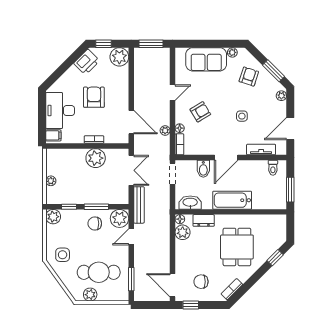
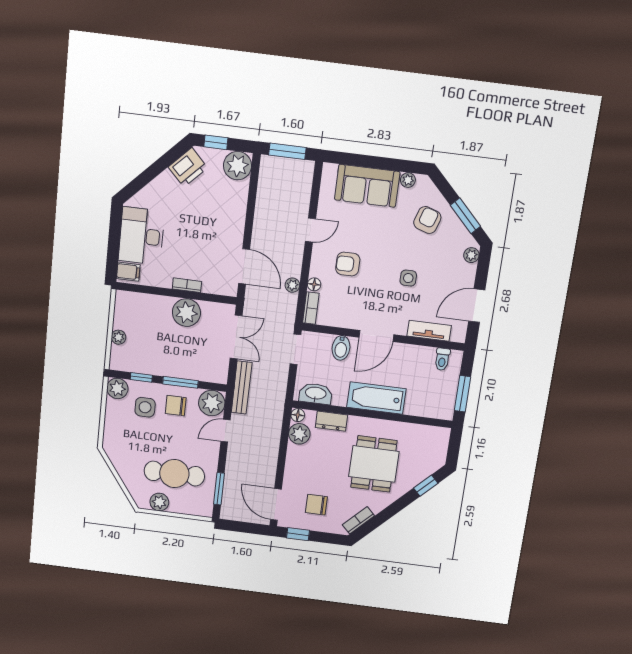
armchair: (94, 97) -> (193, 222), removed
armchair: (200, 112) -> (348, 264), turned -149
side table: (63, 255) -> (145, 407), moved

